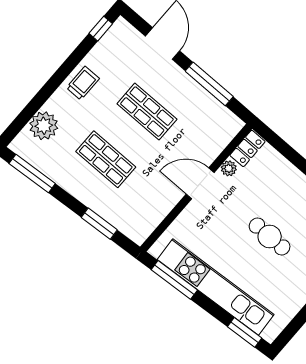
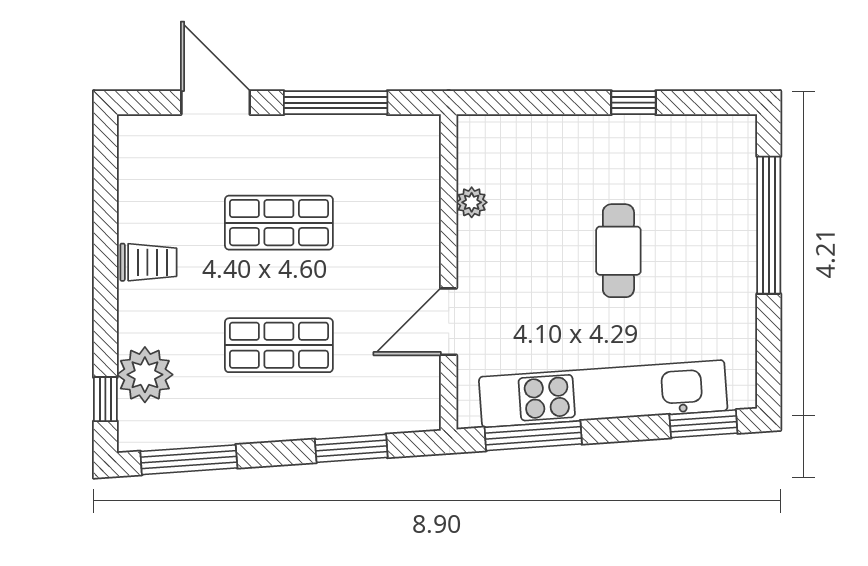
window: (101, 29) -> (105, 399), moved
trolley: (83, 83) -> (148, 262), turned 90
locker: (248, 148) -> (474, 149), removed
door: (200, 183) -> (449, 322), moved
cafe table: (270, 237) -> (618, 251), turned 90

